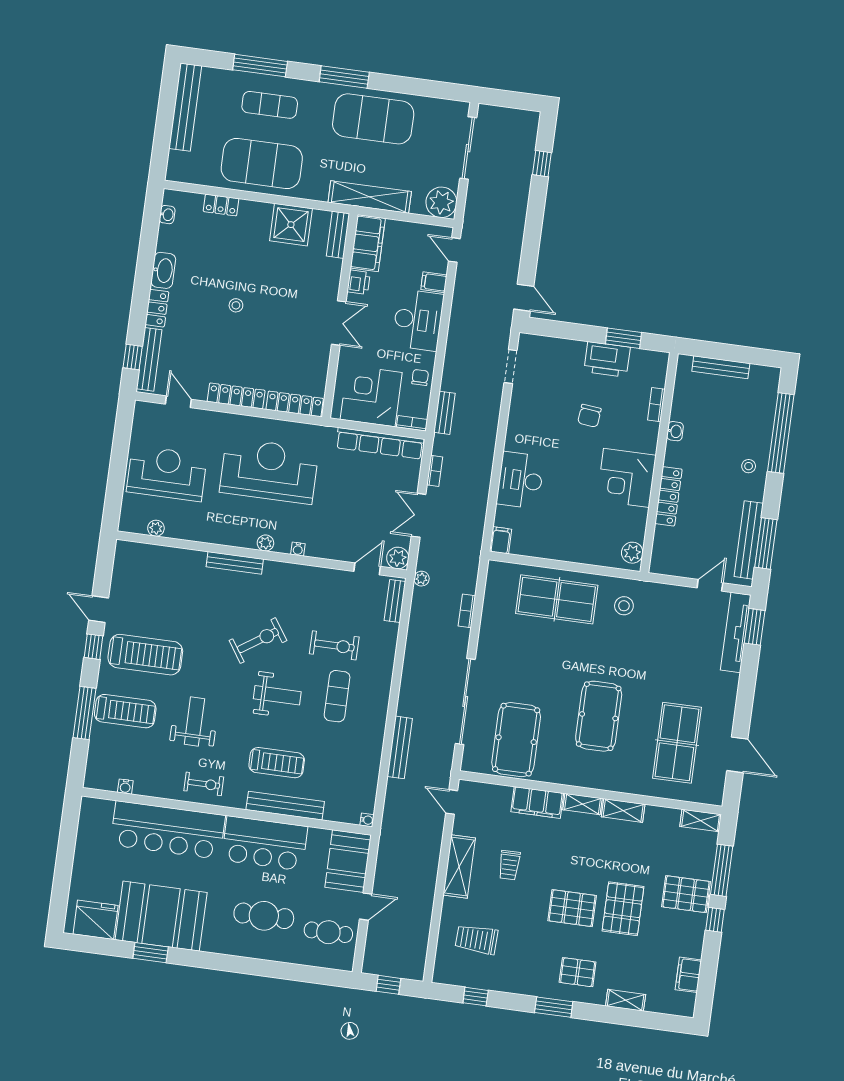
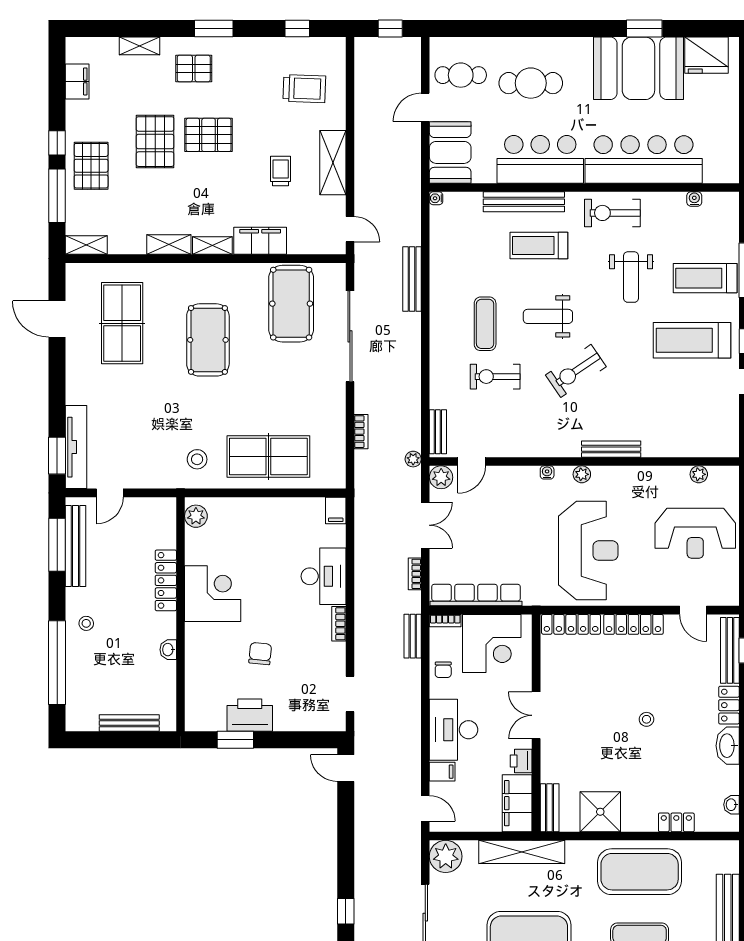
bookcase: (656, 405) -> (339, 624), moved, turned 180
reception desk: (269, 471) -> (588, 551), turned -90
exercise bike: (204, 784) -> (612, 213), width x1.38, depth x1.39
pallet: (686, 894) -> (91, 166), turned 90

